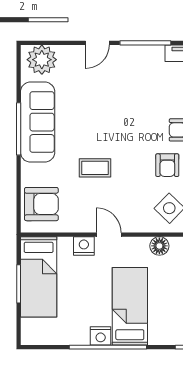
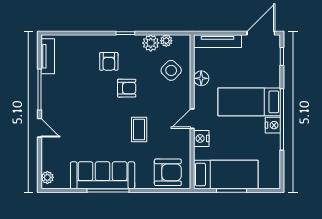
plant: (42, 60) -> (47, 177), width x0.53, depth x0.53
armchair: (167, 165) -> (127, 88), moved
armchair: (41, 204) -> (168, 172), turned 90

